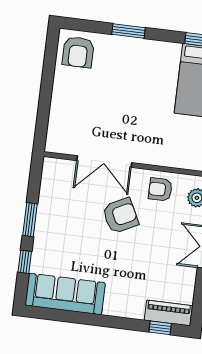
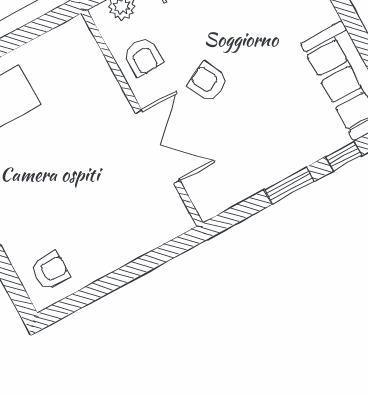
armchair: (78, 52) -> (50, 271), width x0.72, depth x0.72
armchair: (120, 216) -> (208, 82), width x0.72, depth x0.72

